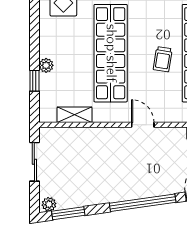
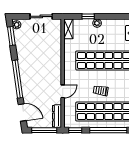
shelving: (75, 115) -> (68, 29), moved
door: (143, 125) -> (63, 91), moved

